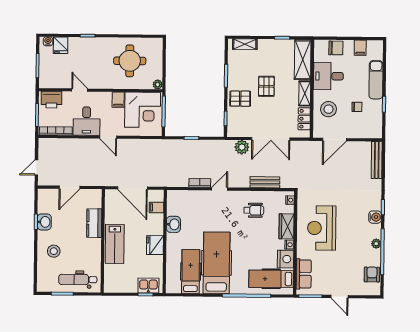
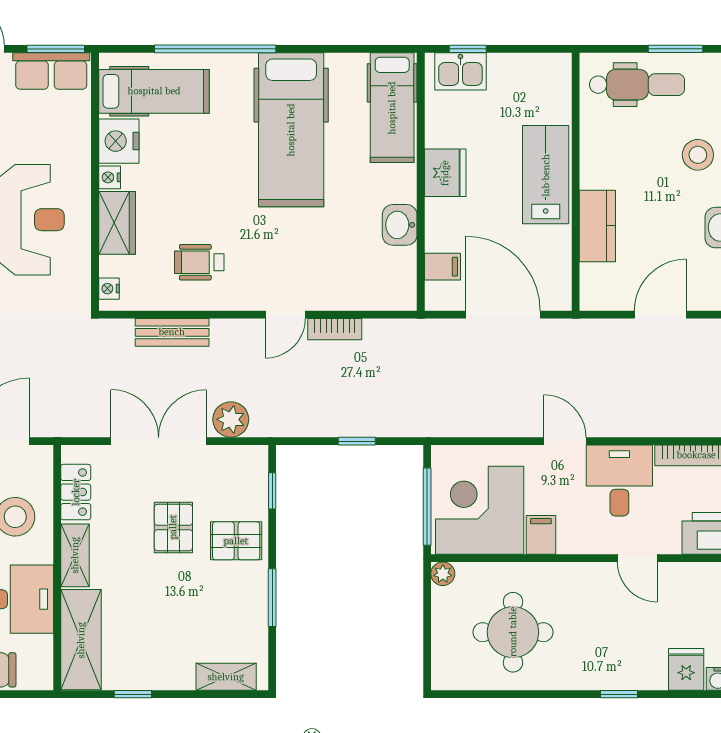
pallet: (266, 86) -> (173, 527), moved
hospital bed: (191, 271) -> (392, 108), moved
row of seats: (304, 274) -> (51, 71), moved, turned -90

